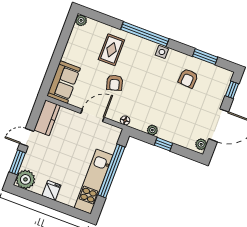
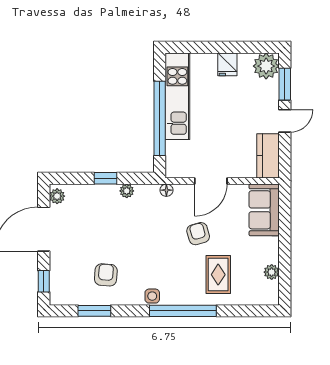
plant: (81, 20) -> (272, 272), moved

